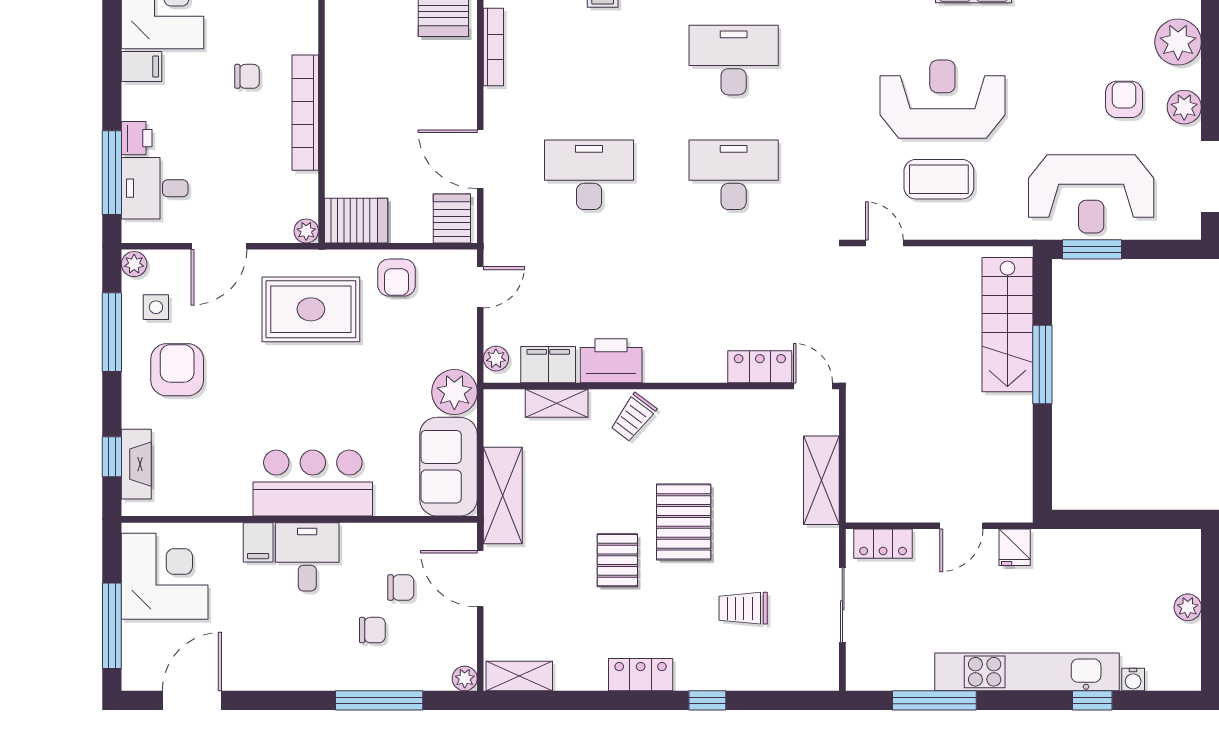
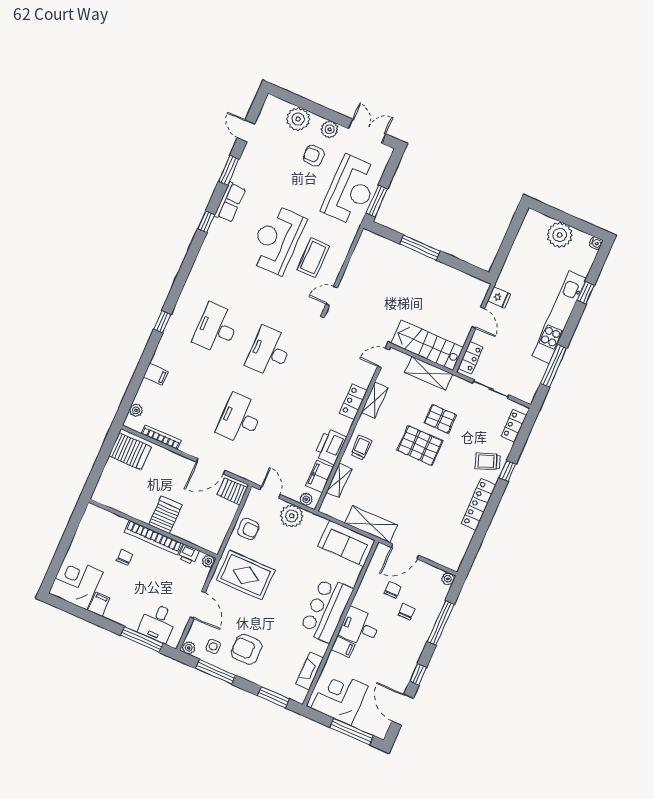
printer: (137, 138) -> (189, 554), moved, turned 180
server rack: (356, 221) -> (165, 515), moved
rug: (311, 309) -> (246, 575), turned 90
stairs: (1007, 325) -> (427, 345), moved, turned 180
locker: (760, 367) -> (353, 402), moved
plant: (454, 392) -> (292, 516), moved
trolley: (633, 417) -> (361, 448), turned -127
window: (112, 457) -> (274, 697), width x1.50
fireplace: (136, 464) -> (310, 671), moved, turned -90
pallet: (617, 560) -> (440, 419), moved
plant: (1188, 607) -> (560, 235), width x1.87, depth x1.87
trolley: (743, 608) -> (488, 461), moved, turned 69
locker: (641, 675) -> (479, 504), width x1.53
shelving: (519, 676) -> (375, 400), moved
locker: (794, 676) -> (514, 426), added
water cooler: (1133, 680) -> (596, 243), moved
window: (268, 700) -> (418, 674), added

